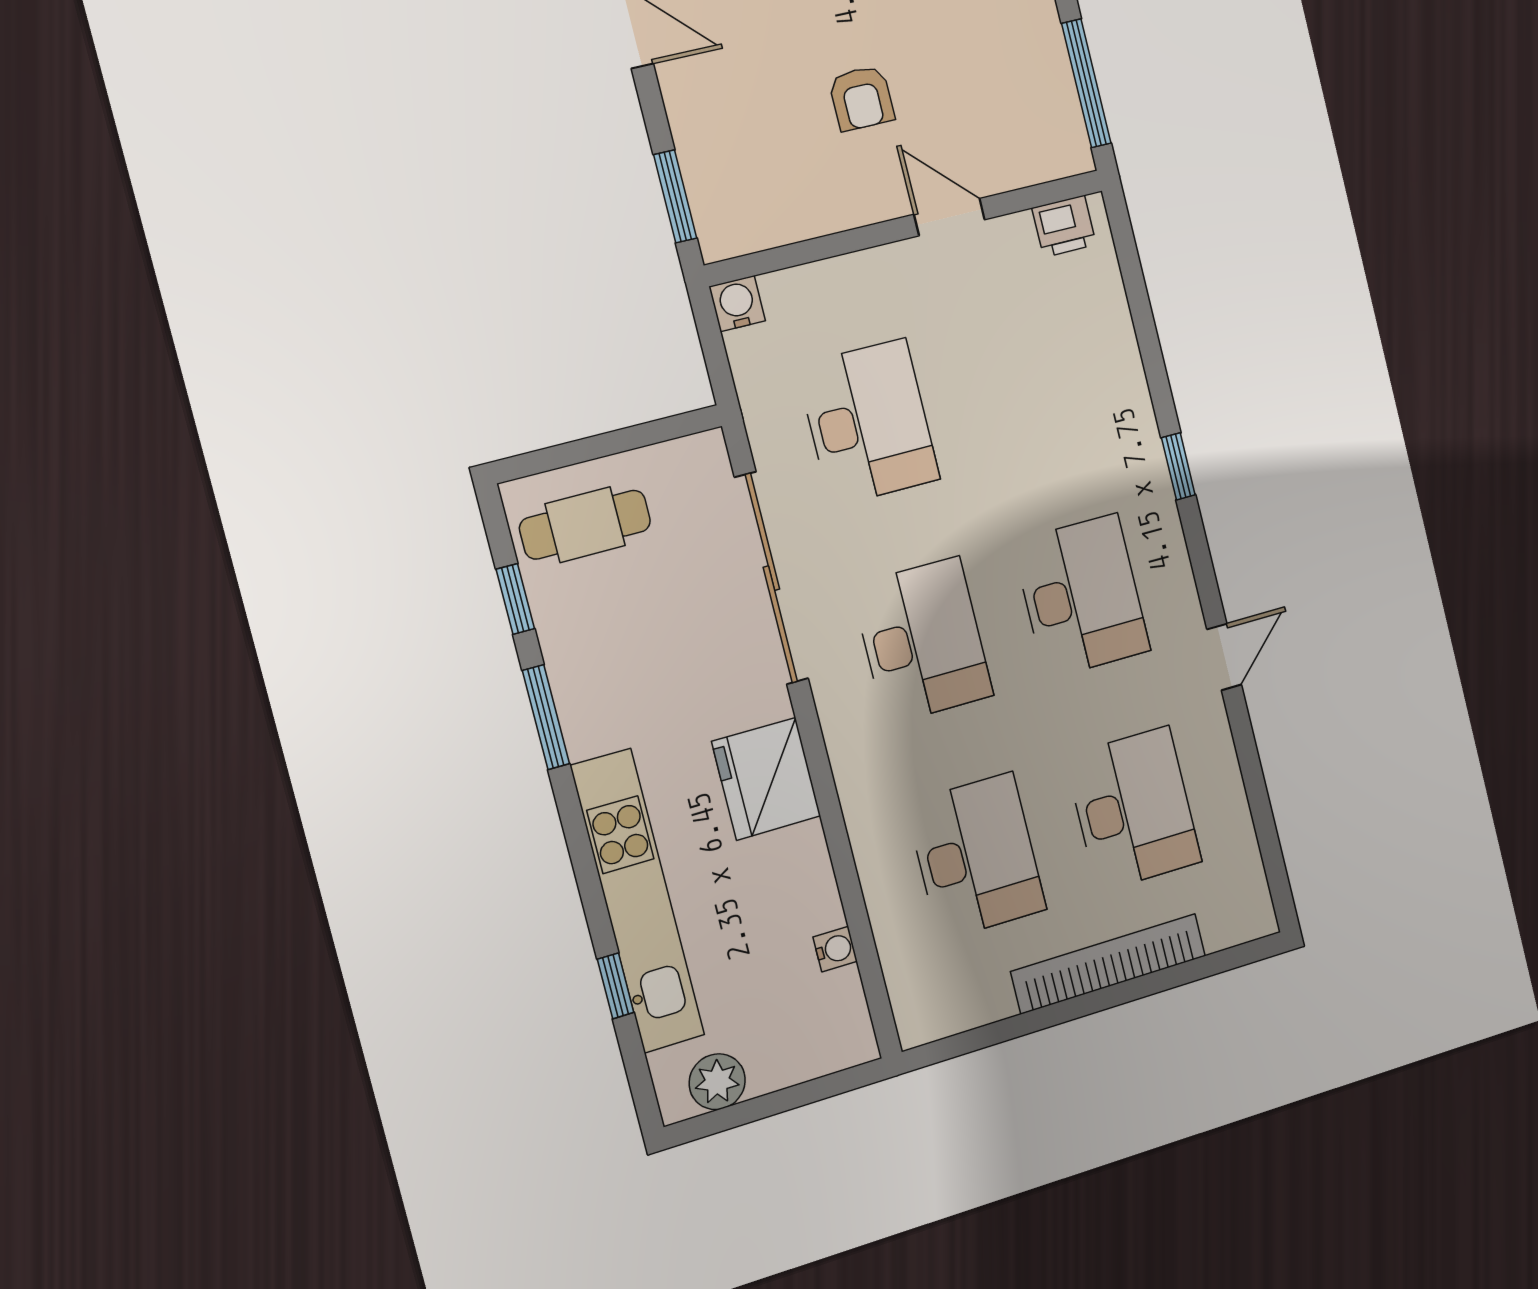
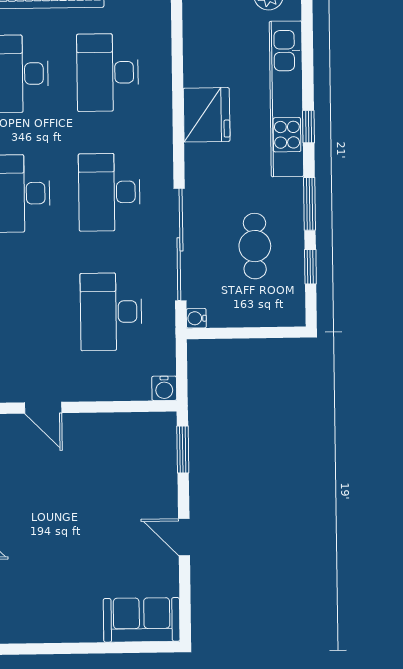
armchair: (862, 98) -> (75, 479), removed
cafe table: (585, 525) -> (255, 246), moved, turned 90
fridge: (766, 779) -> (207, 115), moved
water cooler: (835, 949) -> (196, 318), moved
window: (616, 986) -> (309, 127), moved

